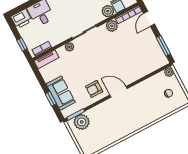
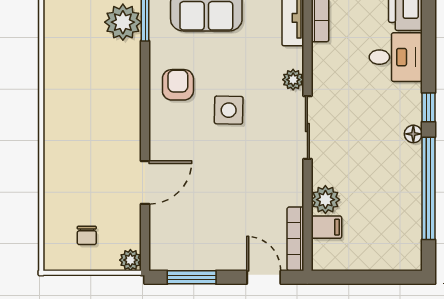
plant: (112, 26) -> (290, 192), removed
side table: (94, 65) -> (229, 110), added
door: (119, 92) -> (145, 183), moved

